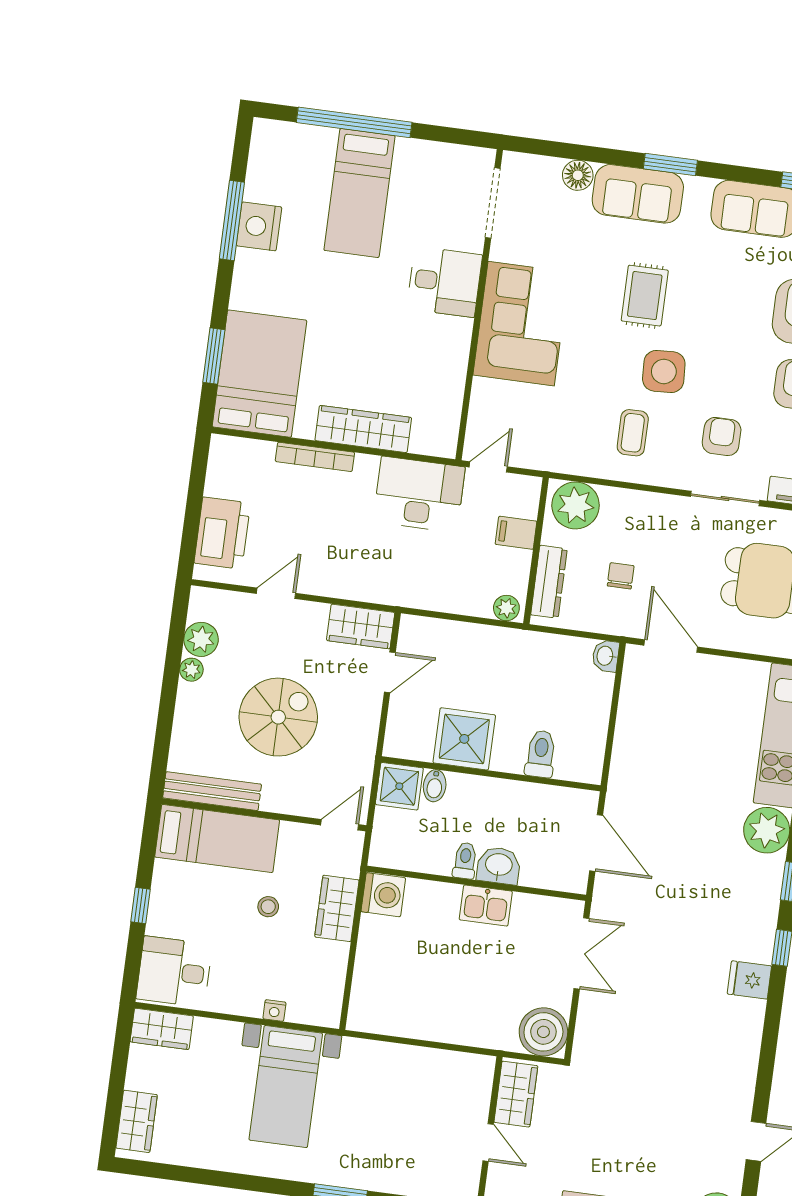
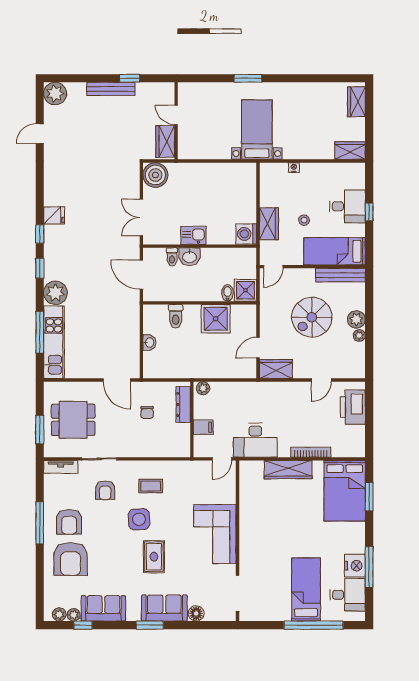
desk: (444, 282) -> (348, 595), moved, turned 180
coffee table: (633, 433) -> (151, 486), turned 90
plant: (576, 505) -> (175, 445), removed
plant: (201, 639) -> (356, 319), moved
washbasin: (606, 656) -> (149, 343), moved
toilet: (465, 861) -> (172, 257), moved
desk: (174, 972) -> (347, 206), moved
bed with nightstands: (286, 1087) -> (257, 130), moved

